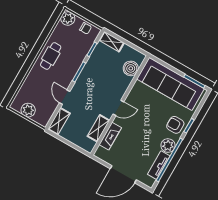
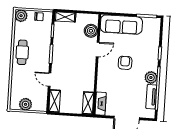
sofa: (171, 84) -> (121, 25), width x0.74, depth x0.79
door: (118, 108) -> (98, 49), moved
armchair: (175, 125) -> (125, 63), moved, turned 90
shelving: (98, 128) -> (88, 103), moved
fireplace: (110, 136) -> (101, 104), moved

